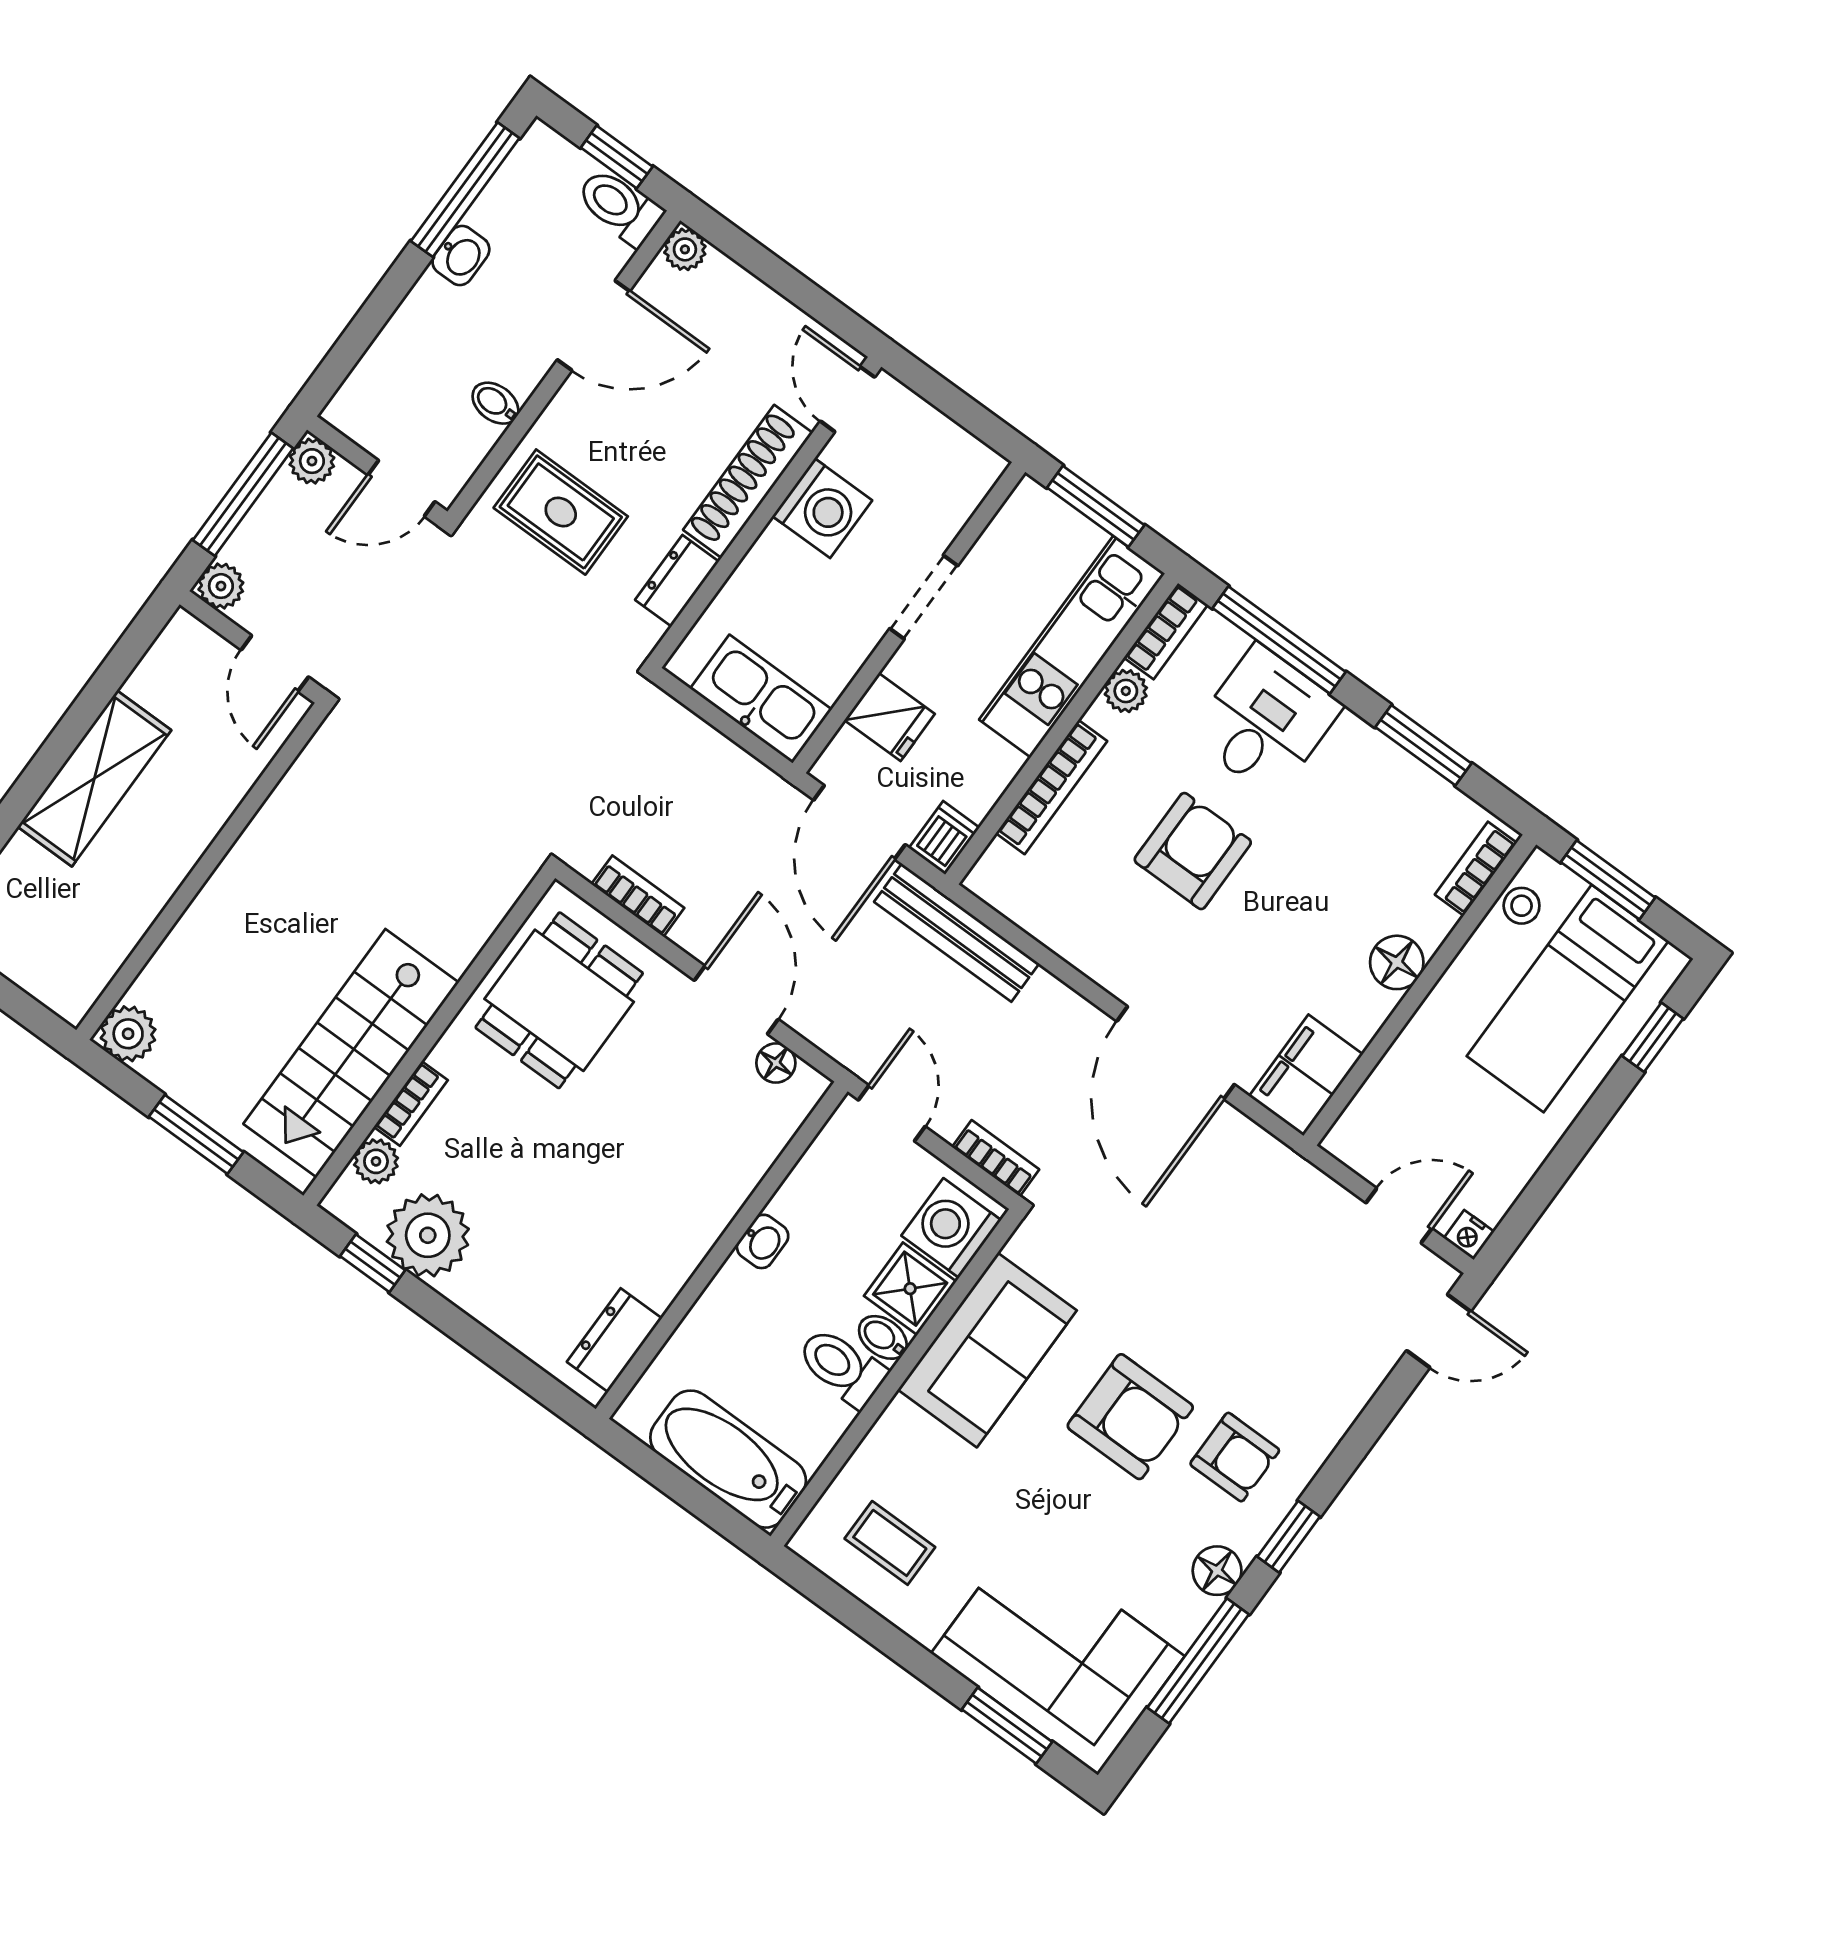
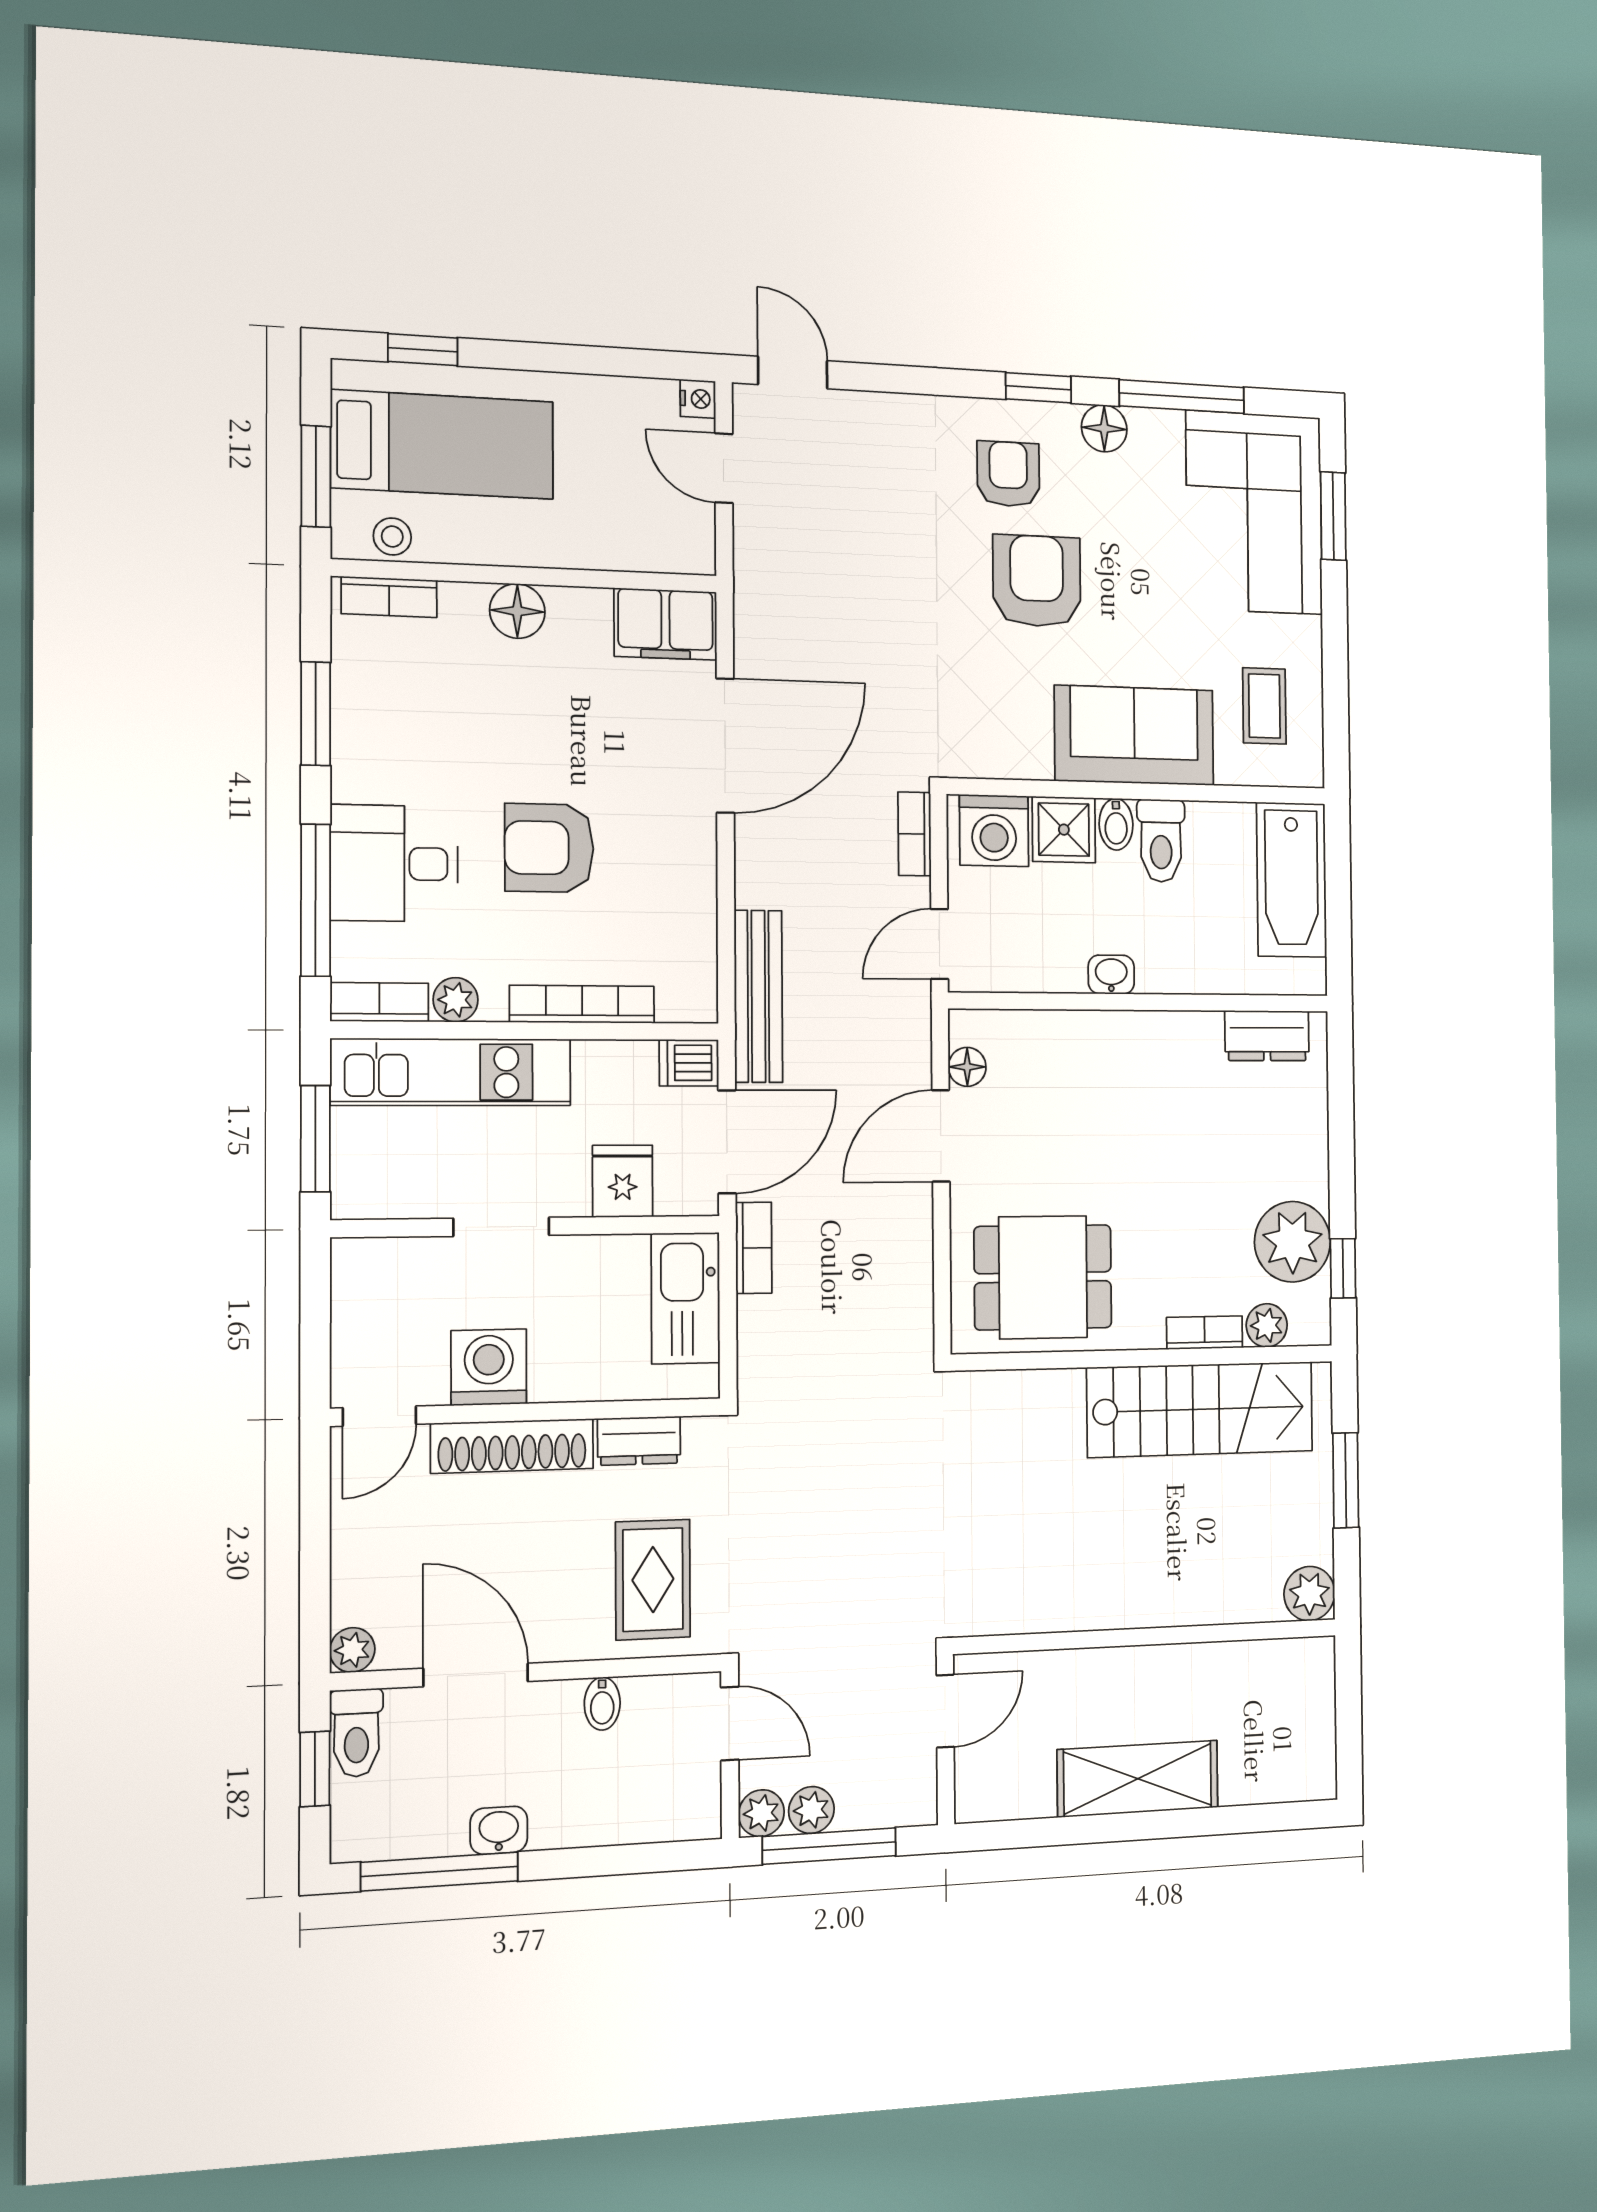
plant: (221, 586) -> (811, 1810), moved
bookcase: (638, 896) -> (754, 1248), moved, turned 180
sofa: (987, 1350) -> (1134, 735), moved

